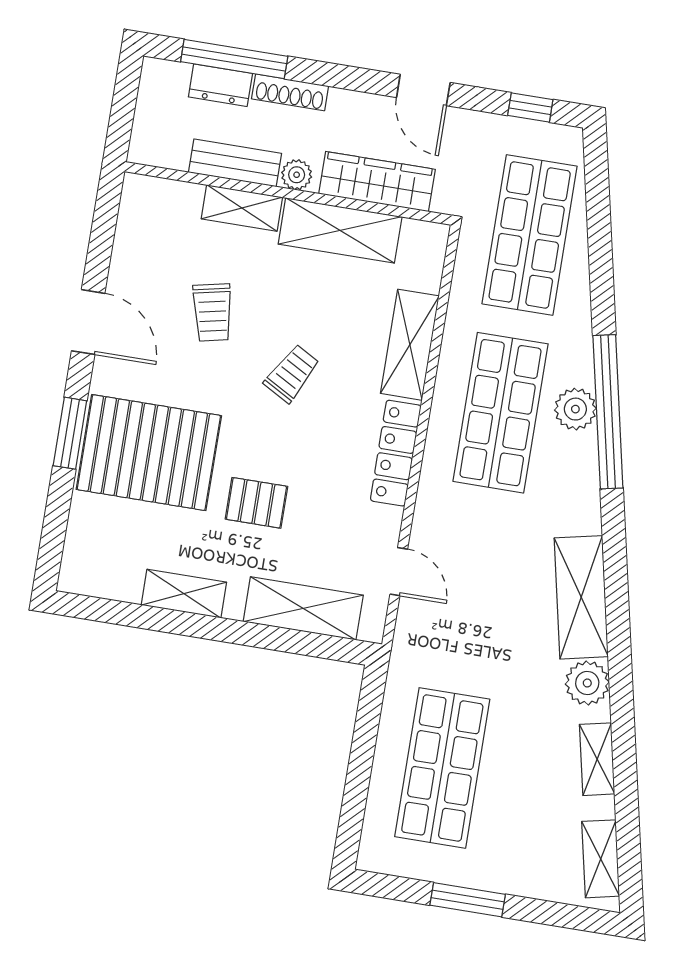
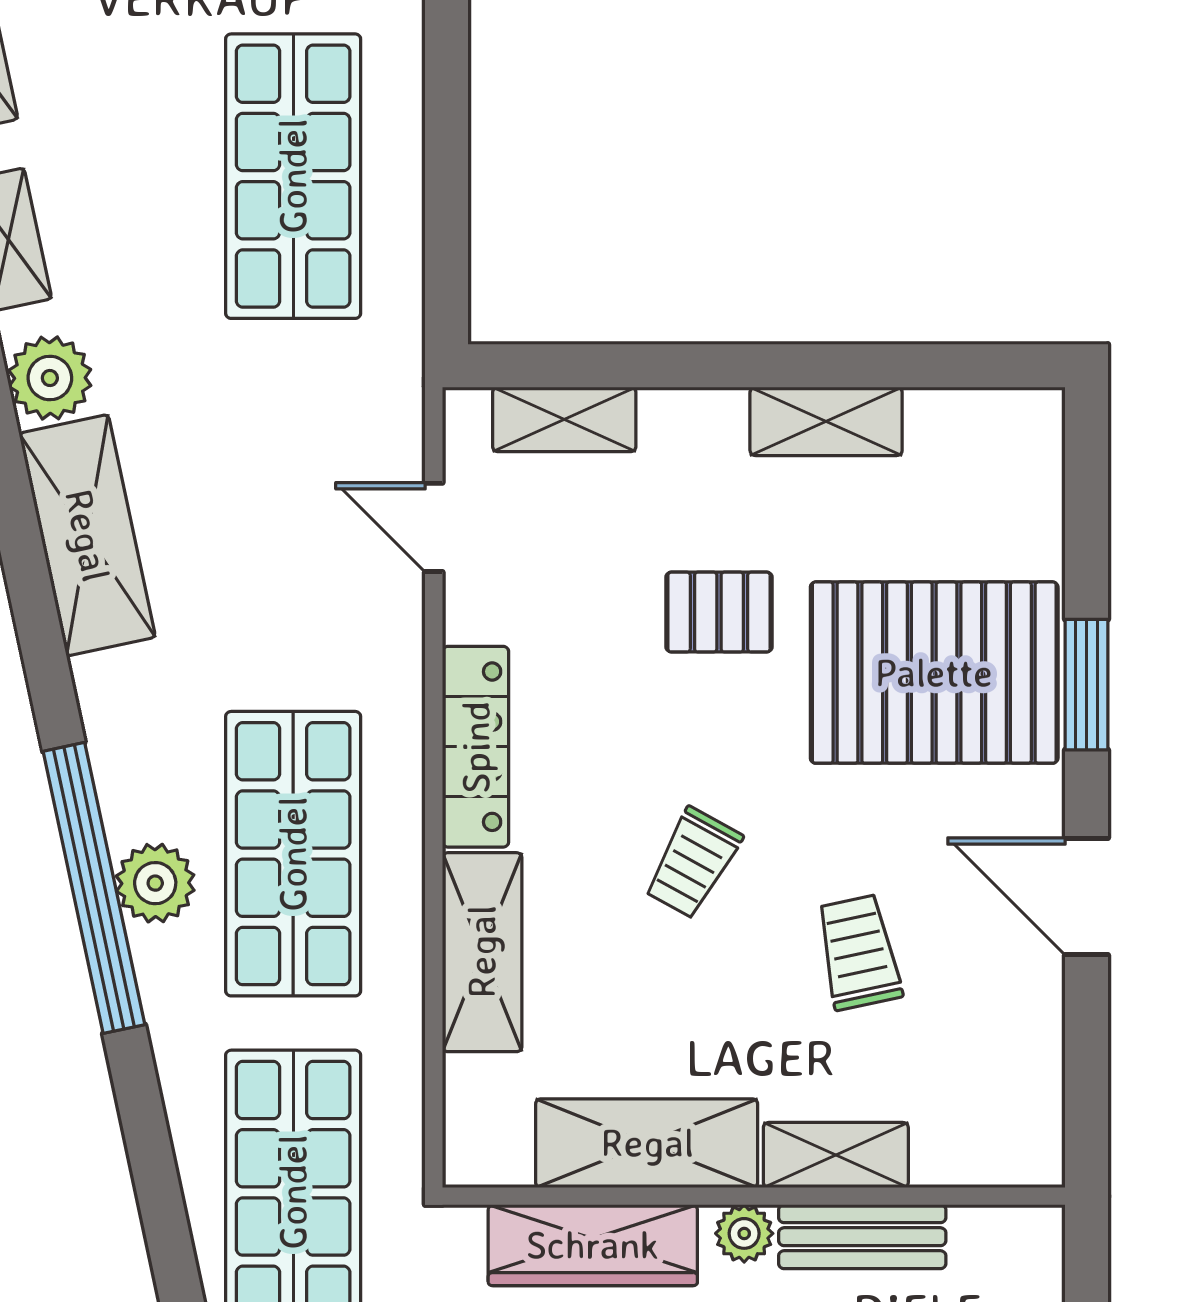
shelving: (303, 608) -> (564, 419), width x0.67, depth x0.75

